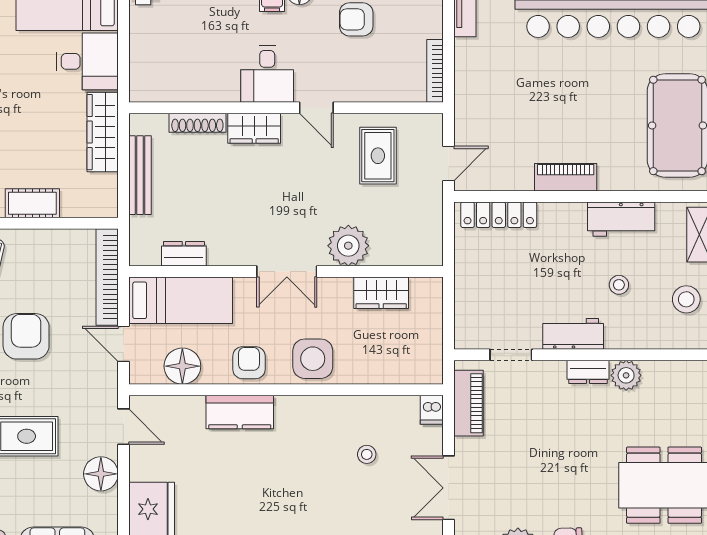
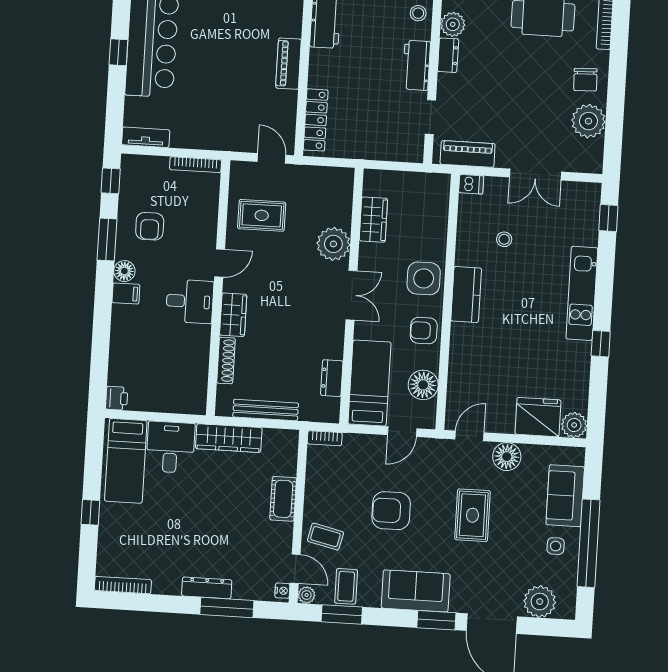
bookcase: (107, 277) -> (325, 438), width x0.43, depth x0.76
stool: (619, 285) -> (418, 13), moved
kitchen counter: (240, 412) -> (466, 295), moved

